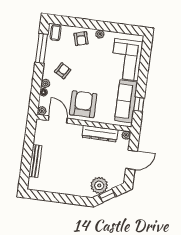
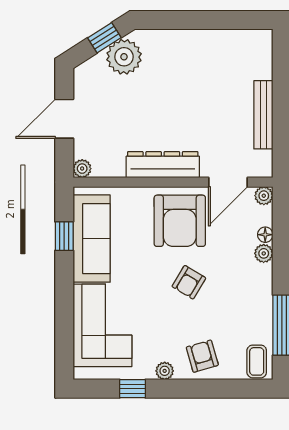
window: (116, 28) -> (132, 389), added
armchair: (63, 71) -> (189, 282), moved
door: (58, 120) -> (228, 182), hinge flipped
dresser: (100, 134) -> (163, 165), moved
bench: (35, 161) -> (263, 115), moved

